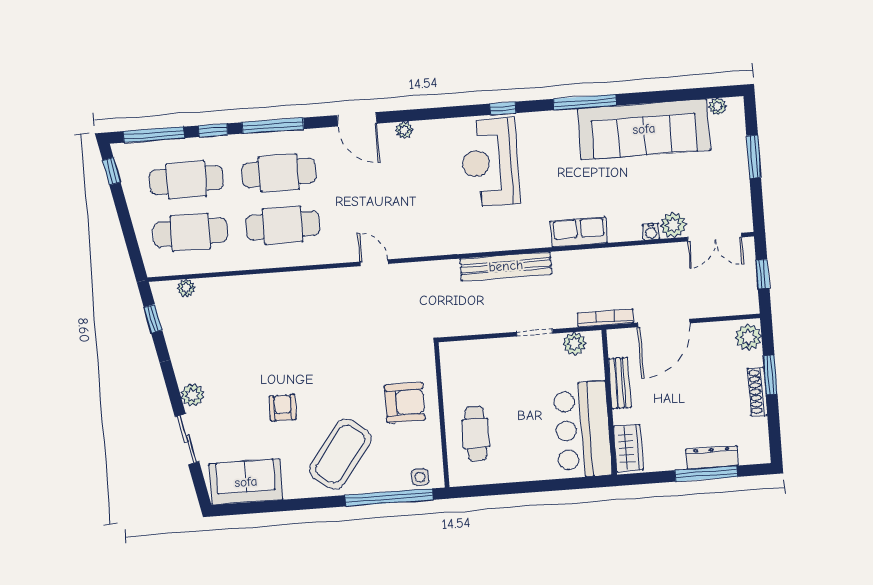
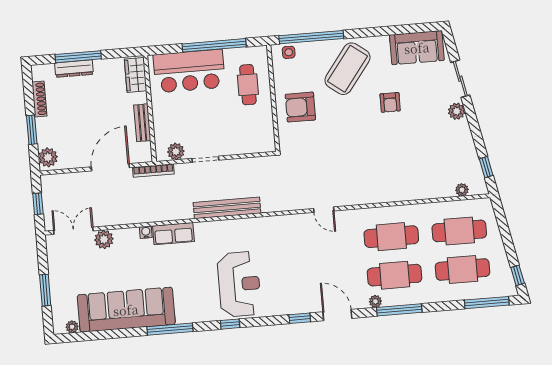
window: (213, 130) -> (300, 318), moved
plant: (404, 130) -> (375, 301), moved
water cooler: (651, 232) -> (146, 232), moved
shoe rack: (757, 392) -> (39, 99), moved
bar counter: (583, 430) -> (189, 71), moved, turned 90
window: (521, 487) -> (214, 45), added

